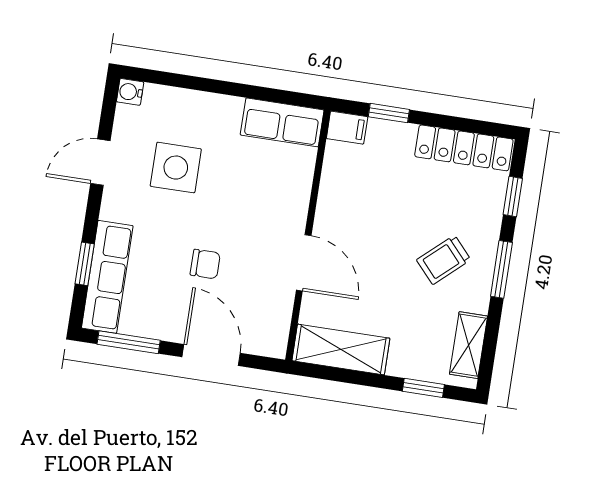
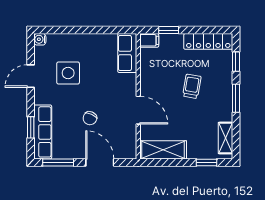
row of seats: (282, 122) -> (127, 53), moved, turned 90
trolley: (444, 260) -> (192, 86), moved, turned 142
chair: (205, 264) -> (90, 118), turned 115

